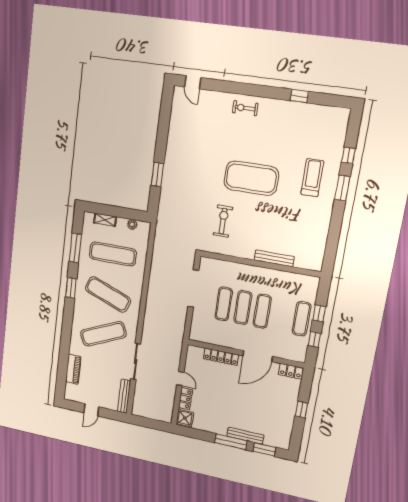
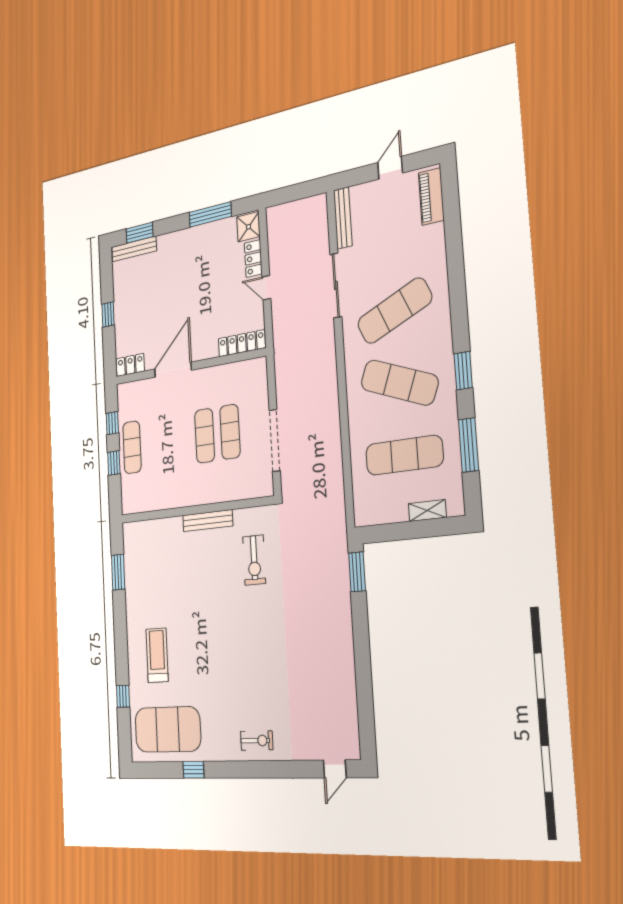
door: (193, 82) -> (335, 769), swing flipped
window: (157, 175) -> (357, 572), moved
exercise mat: (251, 178) -> (168, 729), moved
treadmill: (312, 178) -> (157, 655), turned 180
window: (342, 188) -> (118, 572), moved
plant: (132, 224) -> (383, 516), removed
bench: (274, 258) -> (208, 521), moved
exercise mat: (262, 311) -> (180, 440), removed
locker: (221, 357) -> (242, 343), moved
piano: (73, 369) -> (431, 196), moved
bench: (245, 436) -> (134, 249), moved
window: (231, 442) -> (210, 214), moved

